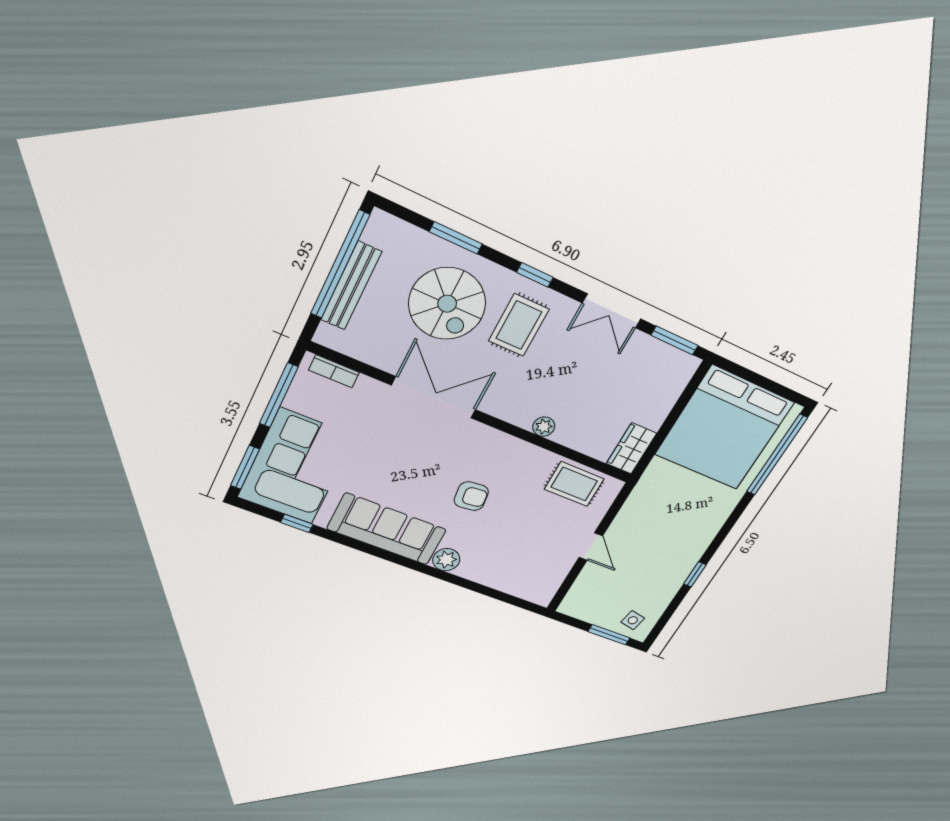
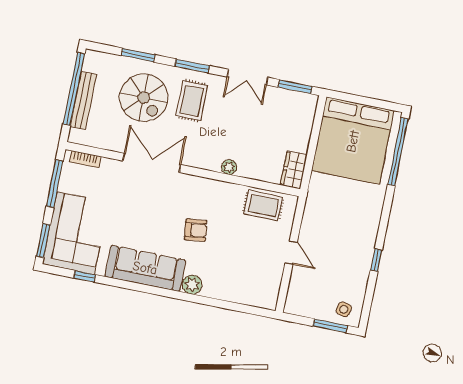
window: (535, 275) -> (192, 66), width x1.50

